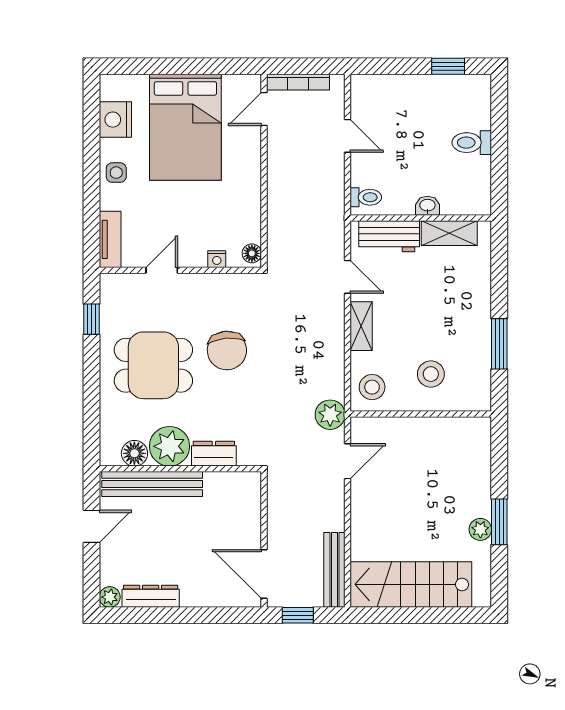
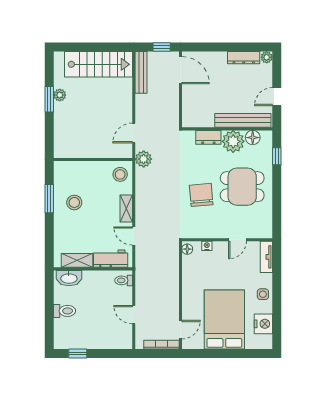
washbasin: (427, 206) -> (69, 278), moved, width x1.91, depth x1.45
window: (91, 319) -> (277, 156), moved
stool: (431, 374) -> (74, 202), moved

